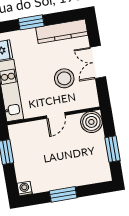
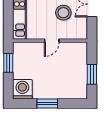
boiler: (91, 122) -> (79, 50), removed
washing machine: (25, 189) -> (22, 89), width x1.89, depth x1.89

